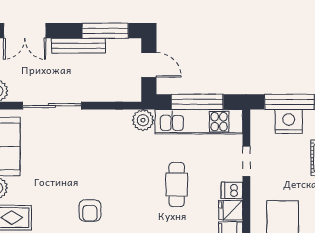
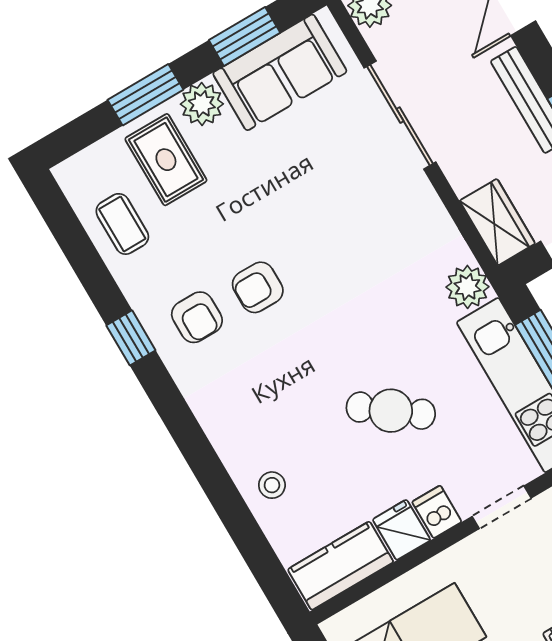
wardrobe: (123, 91) -> (497, 222), added
cafe table: (177, 185) -> (391, 411), turned 37

